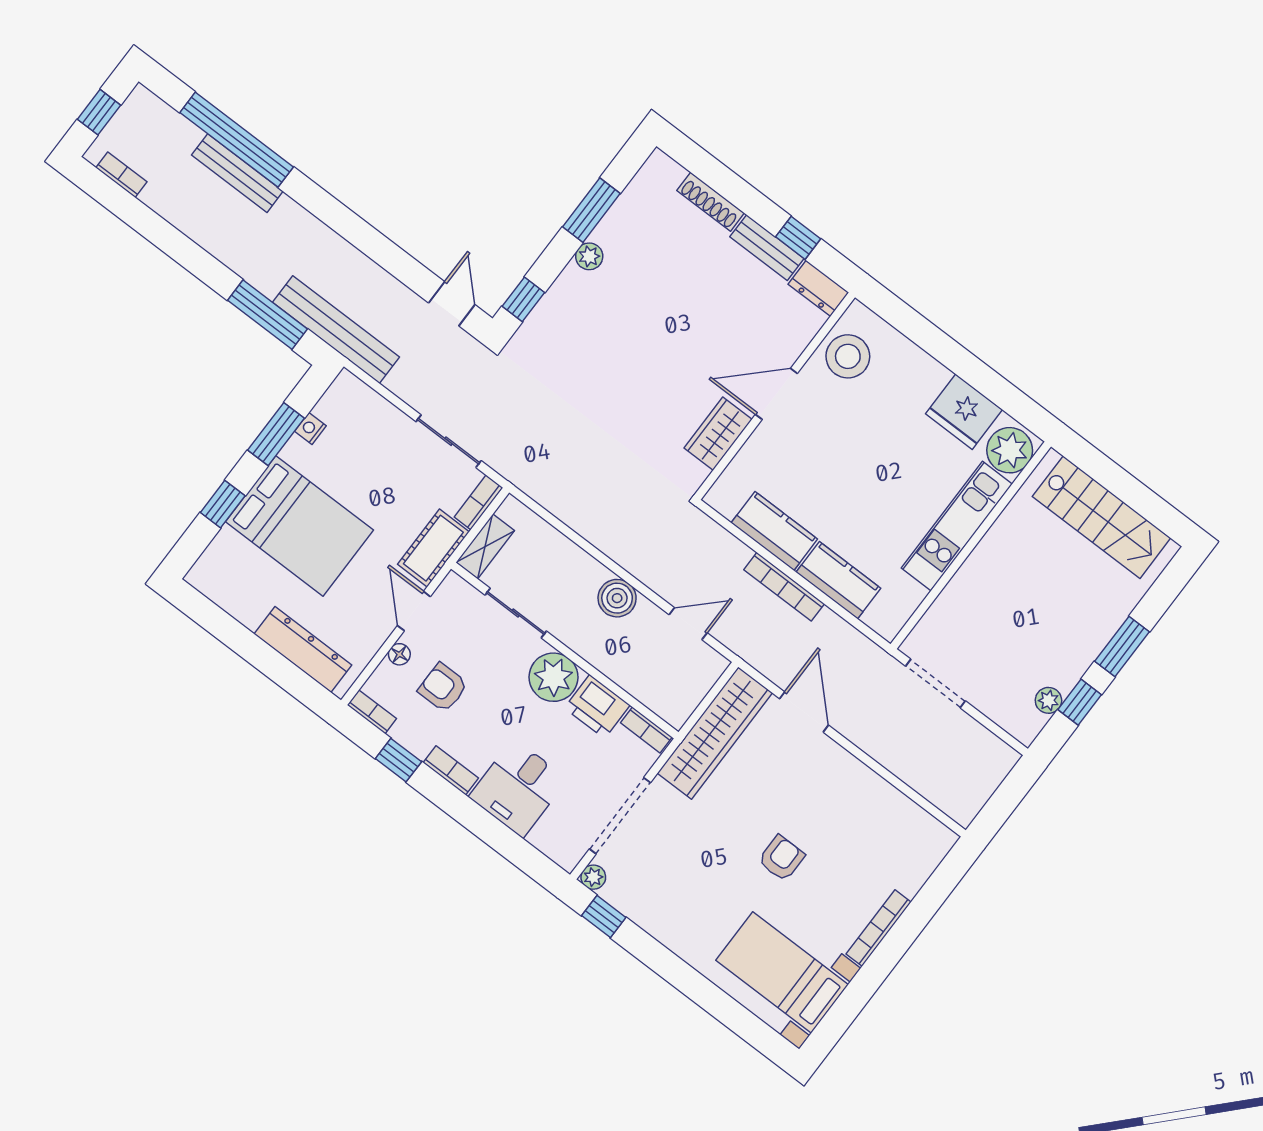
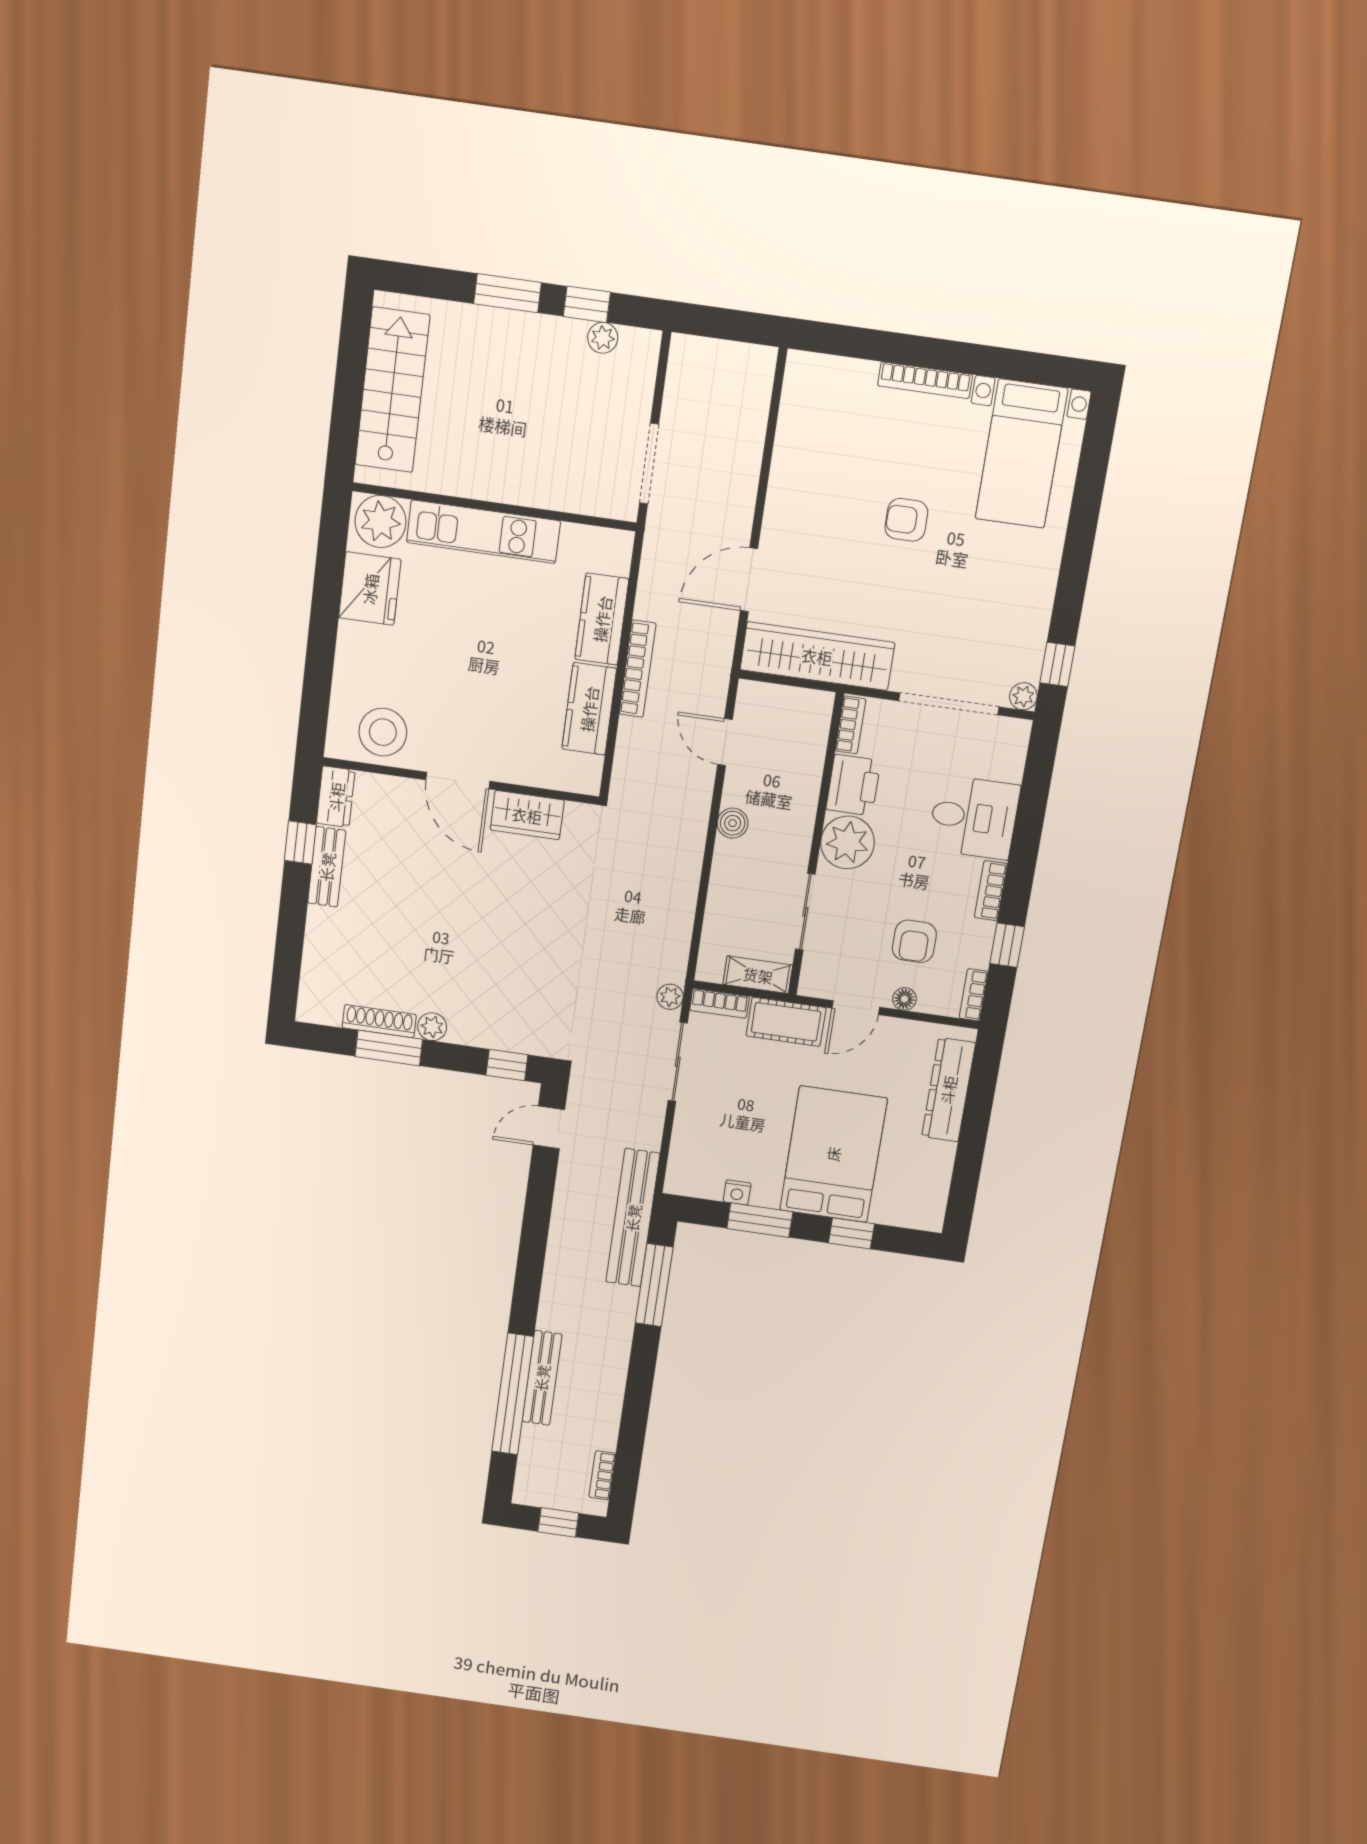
shoe rack: (711, 202) -> (379, 1021), moved, turned -90
plant: (506, 465) -> (670, 997), added
boiler: (617, 598) -> (733, 823), width x0.73, depth x0.73

